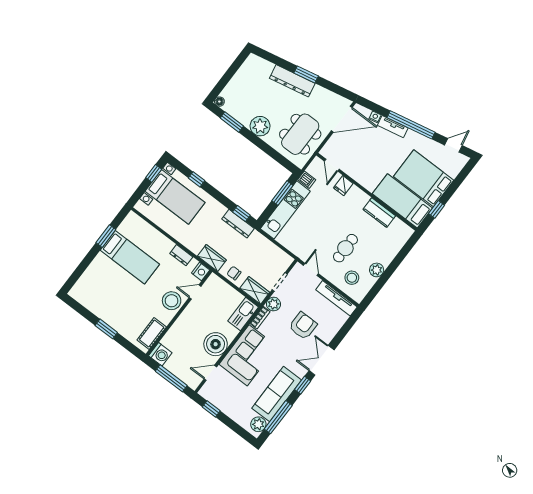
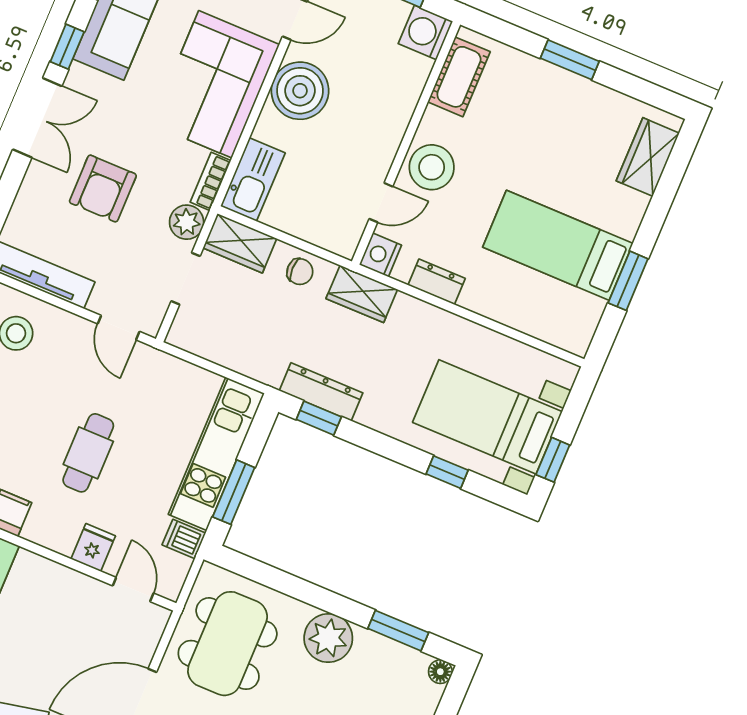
cafe table: (345, 248) -> (88, 453), moved
wardrobe: (86, 283) -> (648, 157), added

